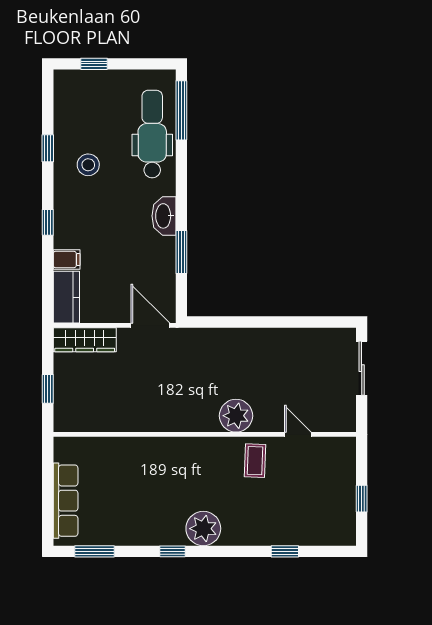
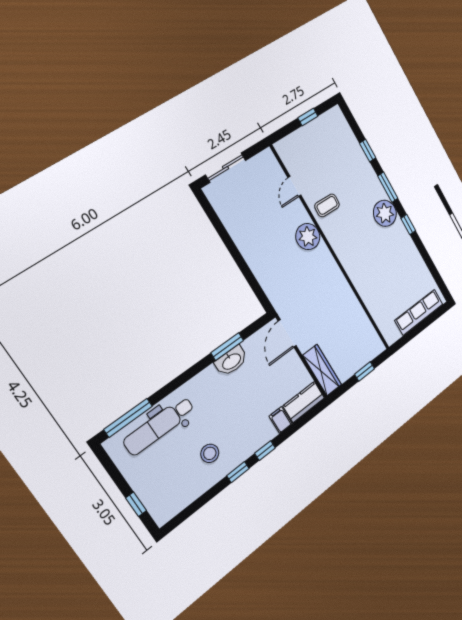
window: (48, 148) -> (238, 472), moved
washbasin: (164, 216) -> (231, 361), moved
window: (95, 551) -> (388, 187), moved

